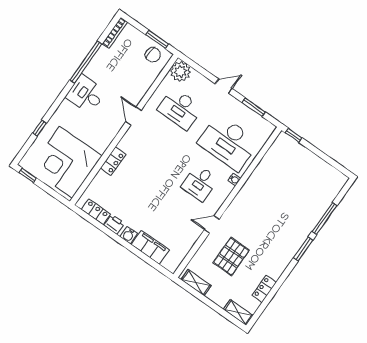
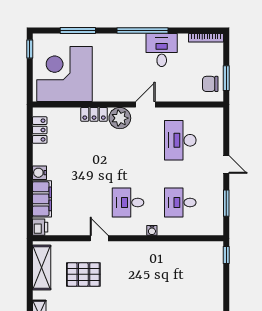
chair: (153, 55) -> (210, 84), turned 86
window: (86, 62) -> (143, 30), moved
plant: (180, 71) -> (120, 118), moved
desk: (86, 94) -> (162, 50), moved
window: (39, 128) -> (78, 30), width x2.17
desk: (228, 142) -> (180, 202), width x0.53, depth x0.77
printer: (114, 224) -> (40, 227), moved
shelving: (196, 283) -> (42, 267), width x1.50, depth x1.33

